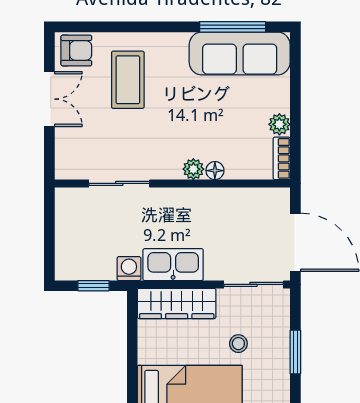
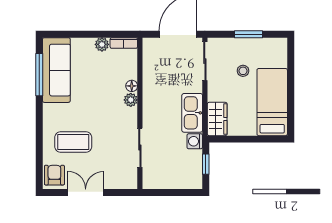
wardrobe: (177, 303) -> (217, 119), width x0.67

